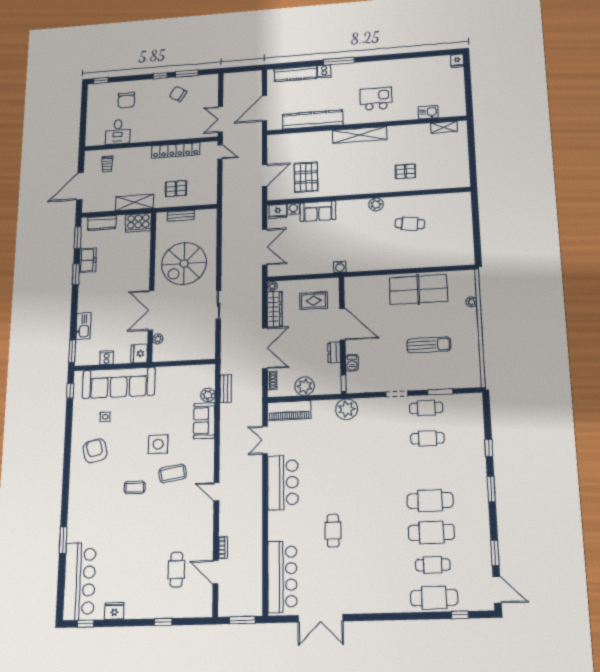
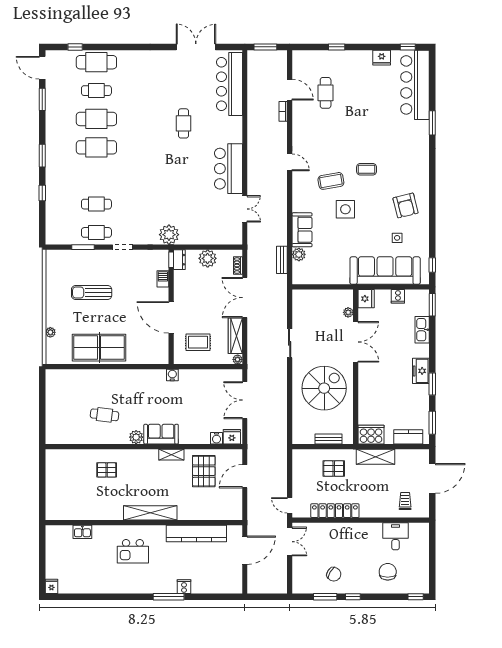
kitchen counter: (296, 74) -> (213, 586), removed
shelving: (444, 127) -> (171, 455), moved
sofa: (318, 211) -> (161, 434), moved
freezer: (88, 260) -> (421, 371), moved
dresser: (334, 353) -> (179, 260), moved
piano: (289, 411) -> (222, 236), removed

